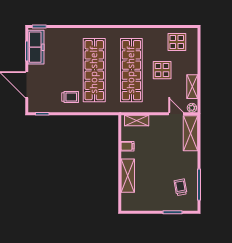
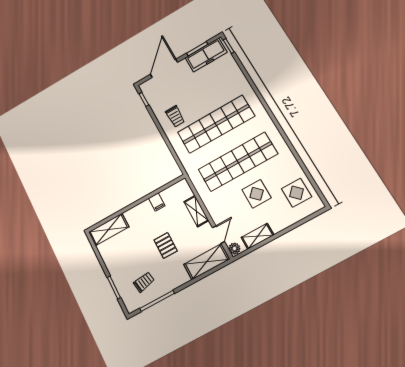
shelving: (137, 121) -> (196, 211), moved
pallet: (163, 157) -> (166, 245), added
shelving: (128, 176) -> (109, 229), moved

